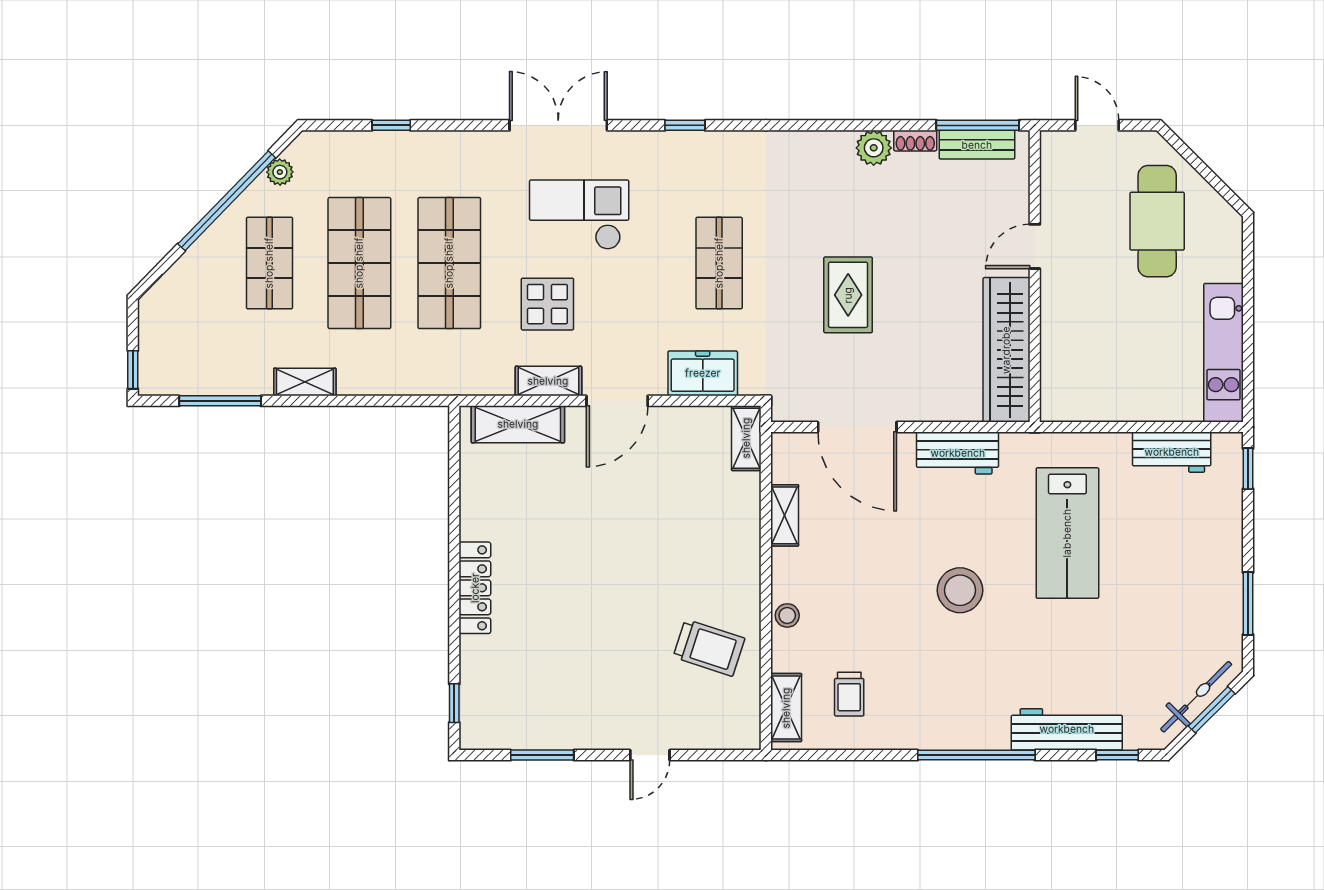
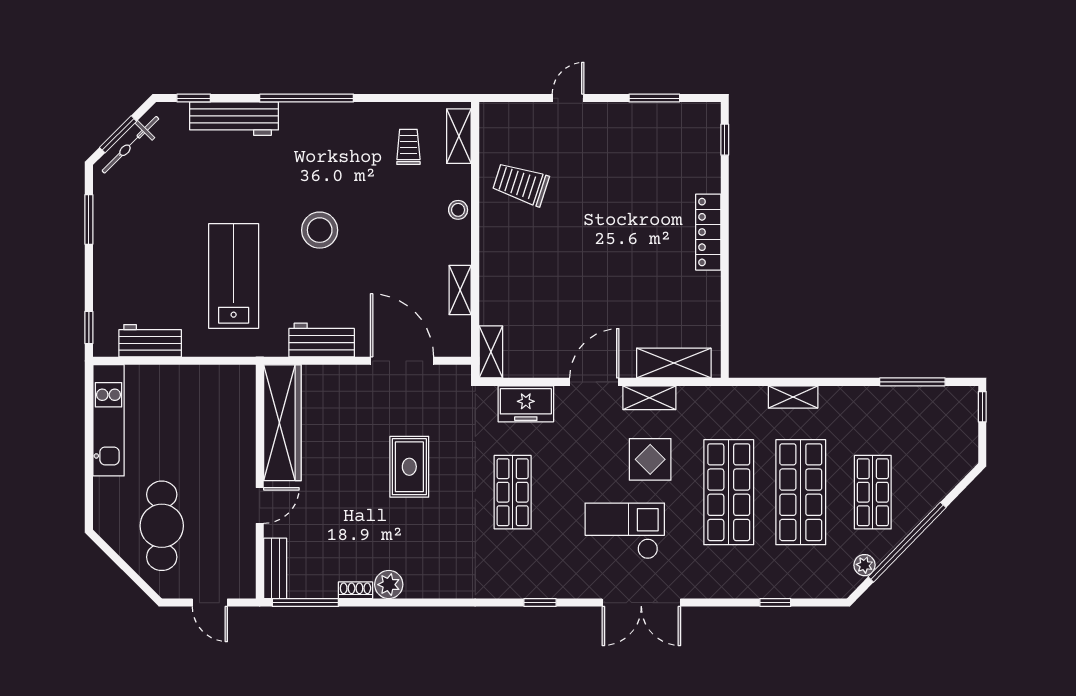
bench: (977, 145) -> (275, 568), moved, turned 90
checkout: (579, 215) -> (625, 531), turned 180
shelving: (305, 382) -> (793, 397), moved

